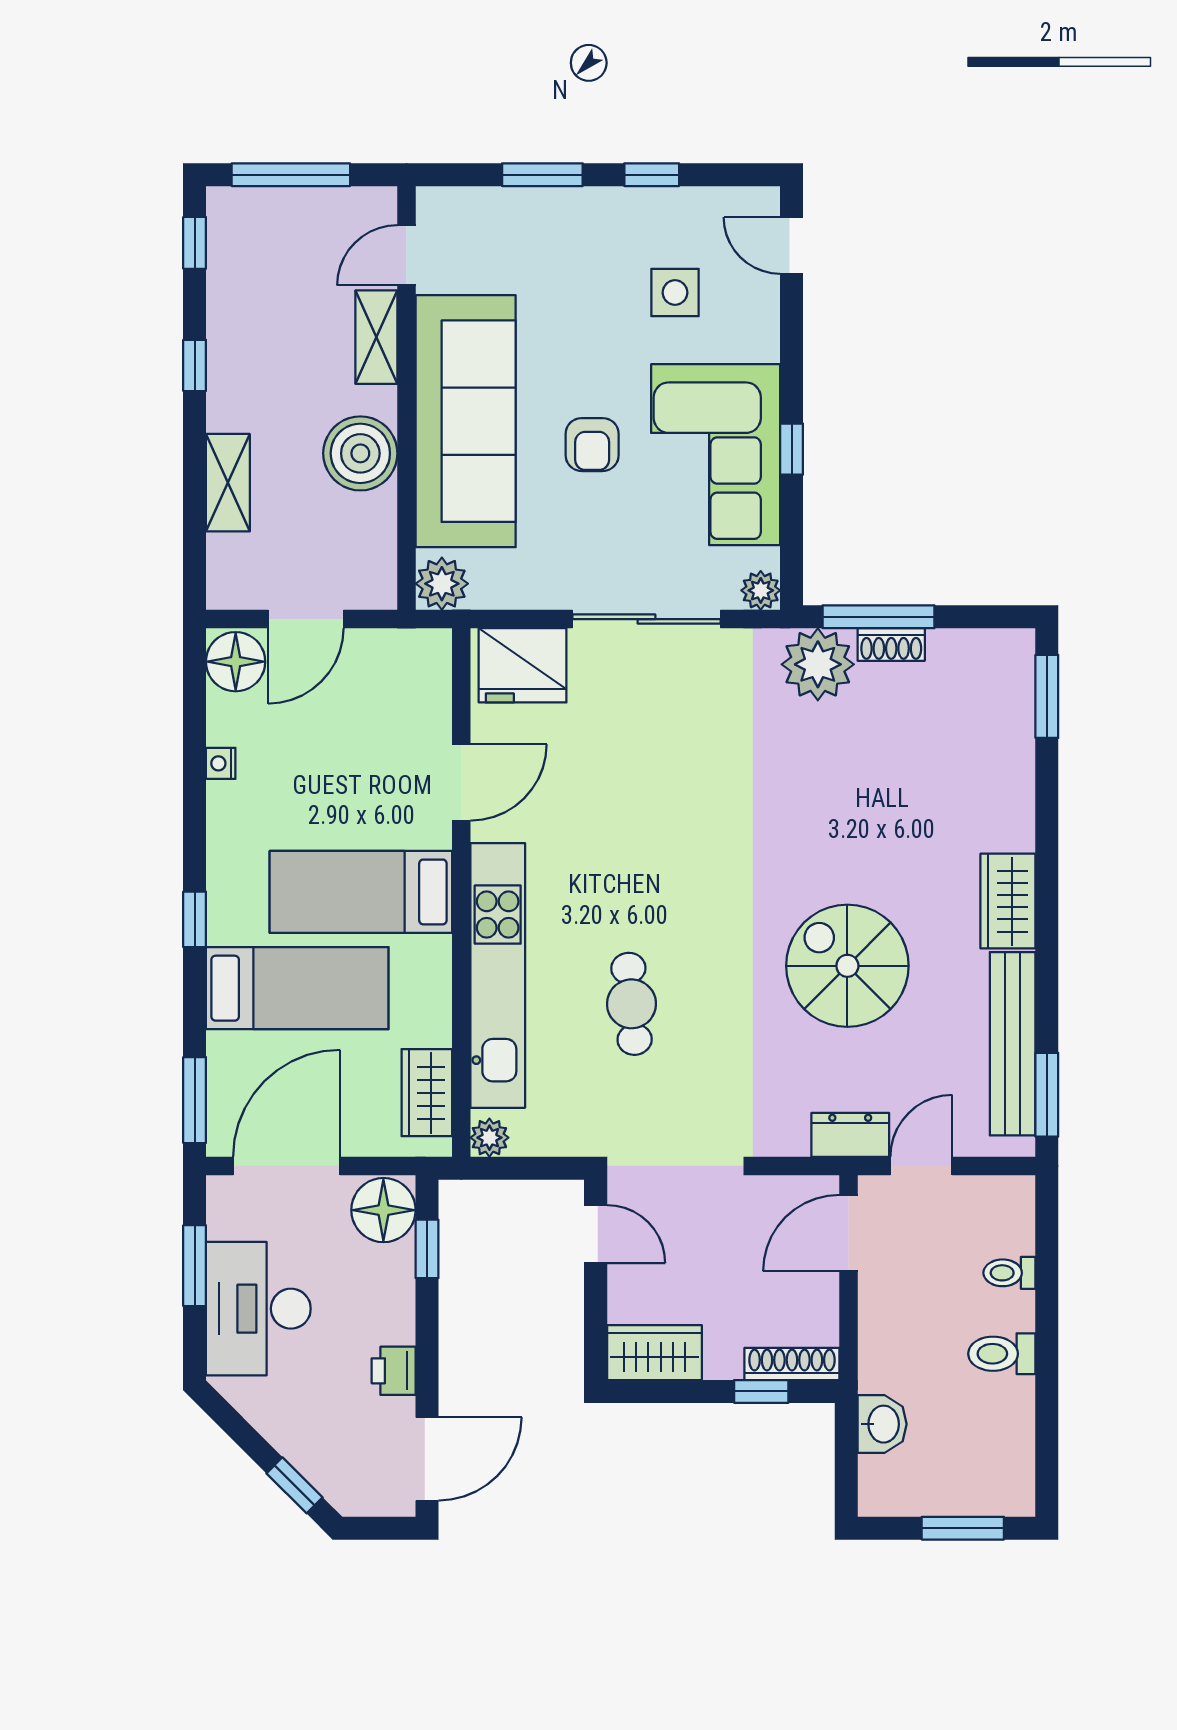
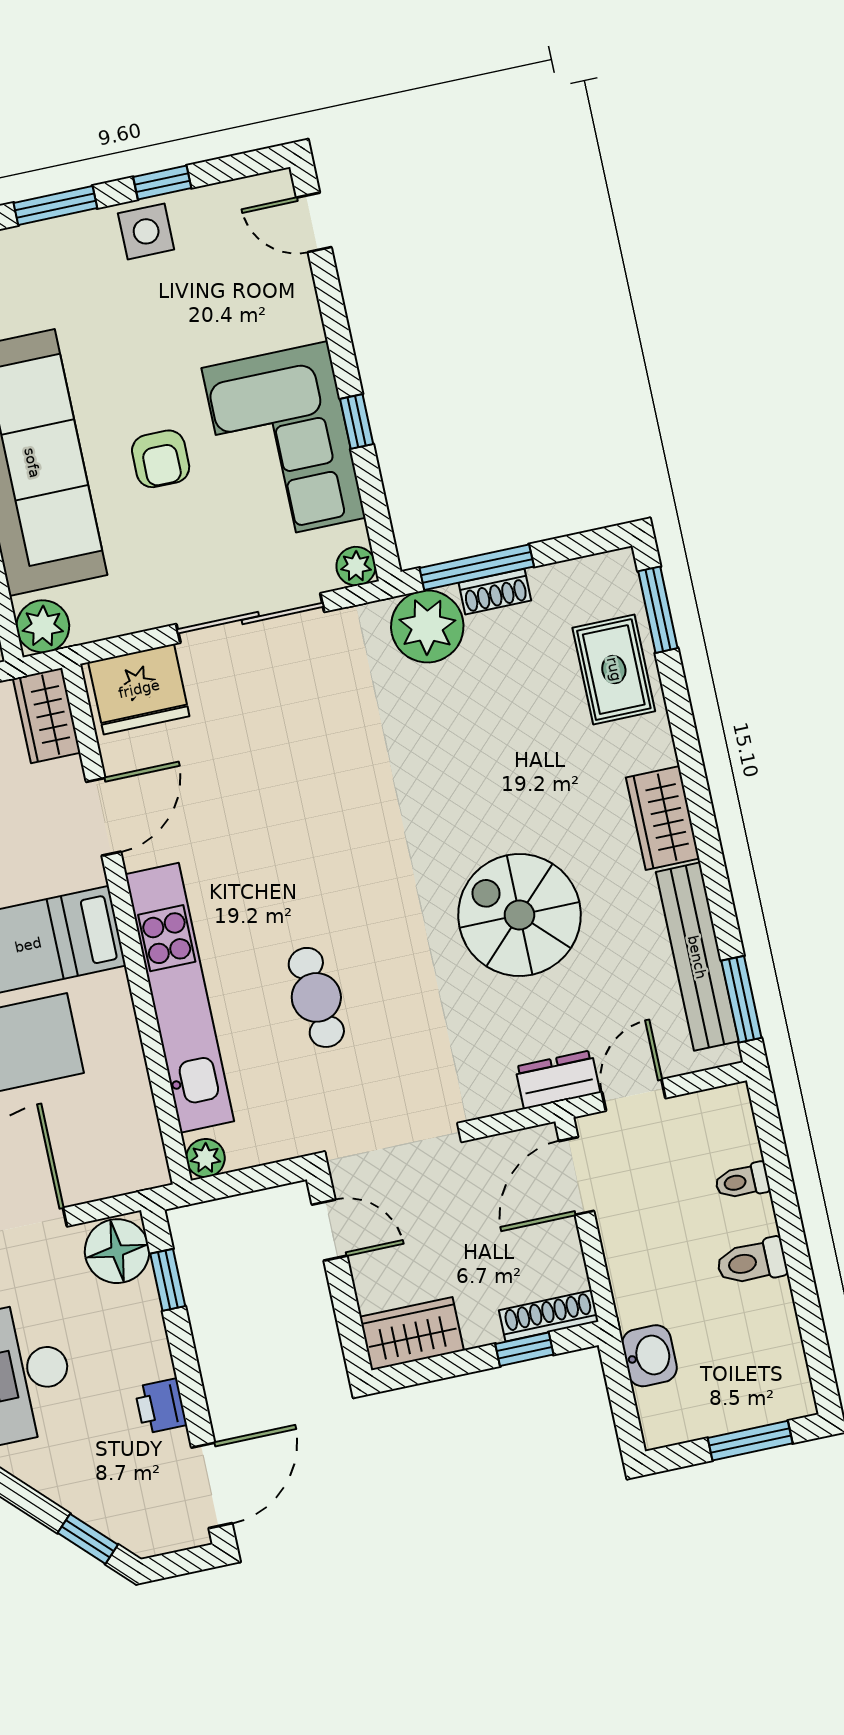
side table: (675, 293) -> (146, 231), moved
rug: (991, 746) -> (614, 669), added
wardrobe: (427, 1093) -> (47, 716), moved

